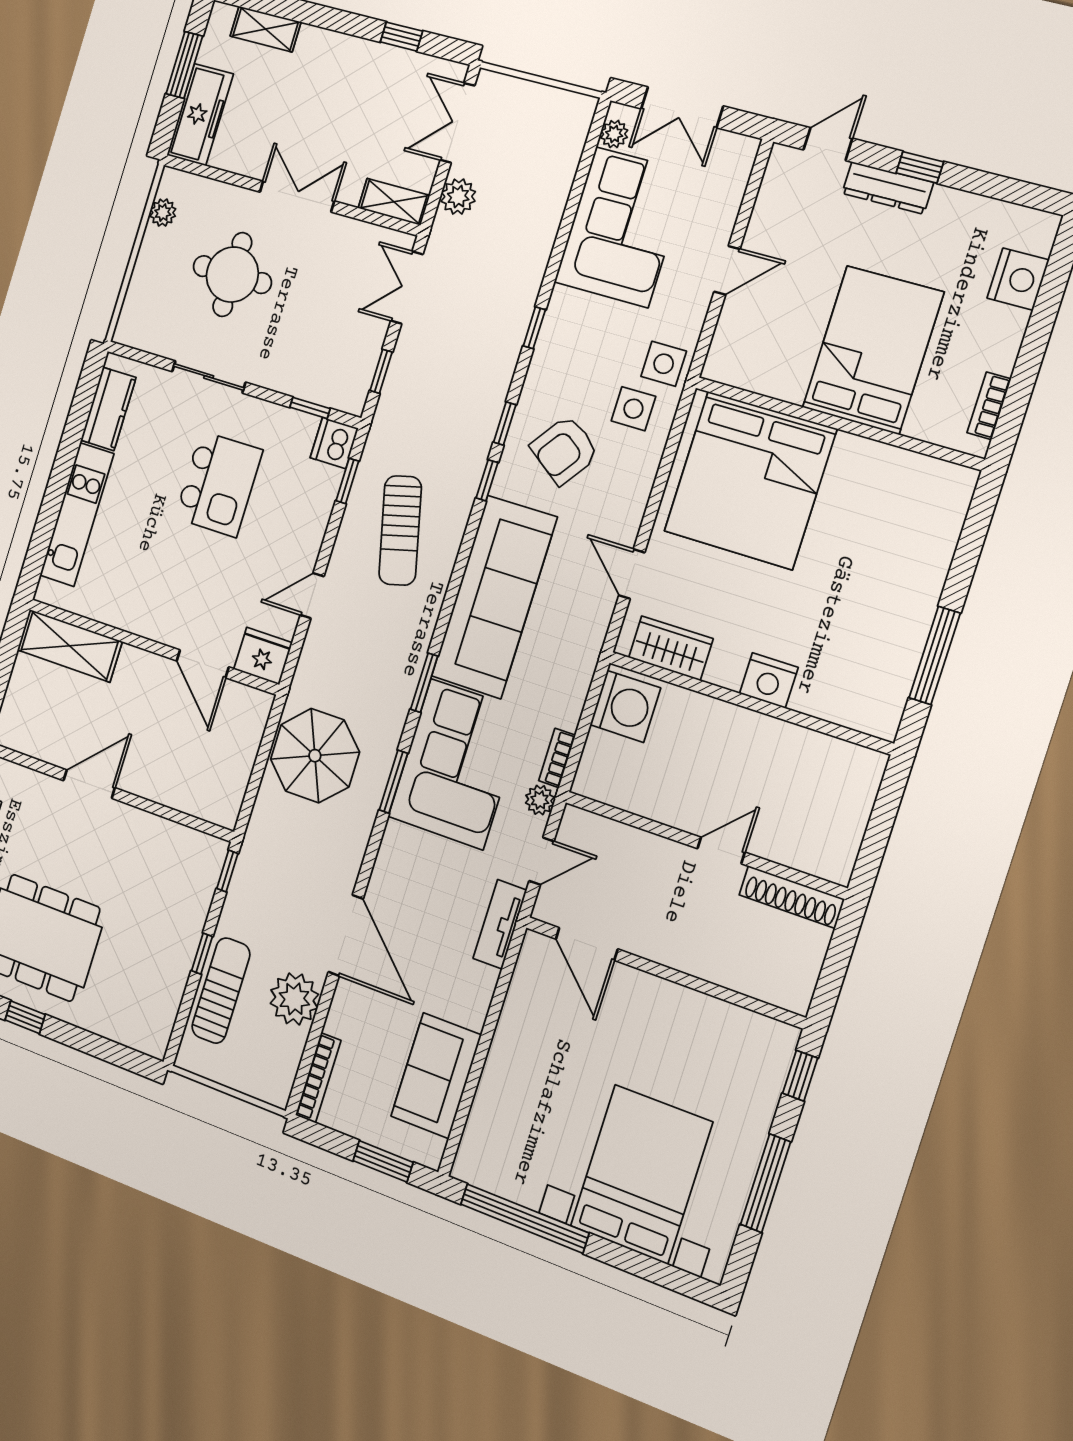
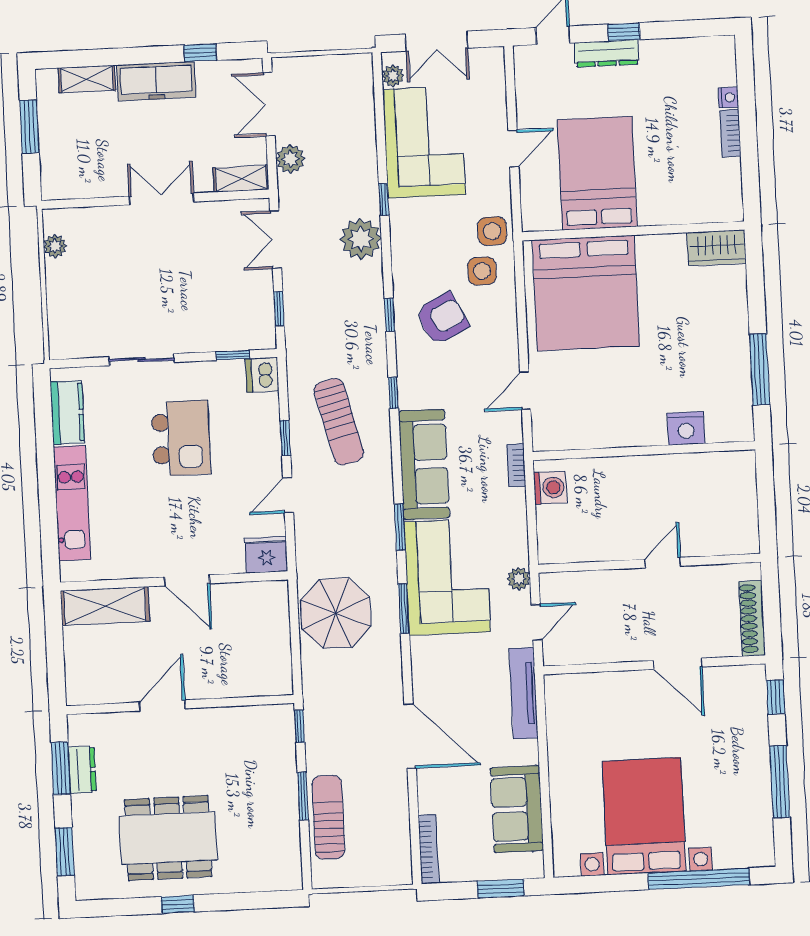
freezer: (200, 115) -> (156, 81), moved, turned 90
round table: (232, 275) -> (131, 275), removed
nightstand: (1018, 279) -> (728, 97), width x0.53, depth x0.56
window: (534, 328) -> (384, 199), moved
bed: (873, 350) -> (597, 173), moved
bookcase: (989, 406) -> (730, 133), moved
armchair: (565, 450) -> (442, 319), turned -153
window: (487, 480) -> (393, 393), moved
window: (347, 481) -> (285, 438), moved
door: (632, 574) -> (525, 391), hinge flipped
sofa: (494, 597) -> (424, 464), width x0.74, depth x0.79
wardrobe: (671, 648) -> (716, 248), moved, turned 180
door: (203, 664) -> (187, 580), moved
nightstand: (769, 681) -> (686, 428), moved
washing machine: (625, 706) -> (550, 488), width x0.73, depth x0.73
bookcase: (557, 758) -> (516, 465), moved
shoe rack: (792, 897) -> (752, 618), moved, turned 90
tv unit: (500, 924) -> (524, 693), width x1.41
door: (587, 944) -> (678, 664), moved
window: (202, 954) -> (303, 796), width x1.50
plant: (294, 999) -> (361, 239), moved
bed with nightstands: (641, 1174) -> (644, 816), moved
window: (525, 1218) -> (699, 879), moved

